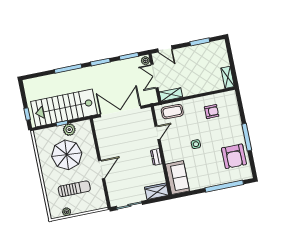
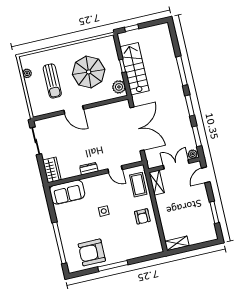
stairs: (64, 108) -> (134, 69), width x0.73, depth x0.66
armchair: (212, 112) -> (142, 216), moved
plant: (69, 130) -> (119, 87), moved

